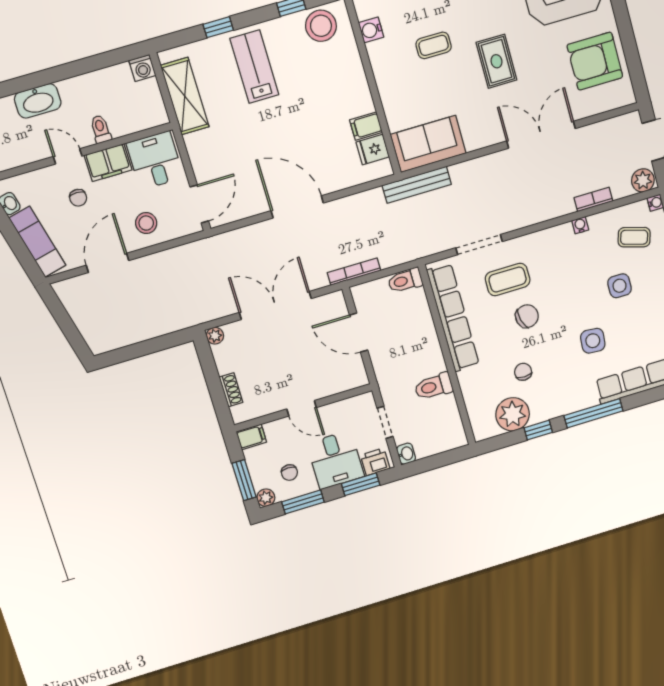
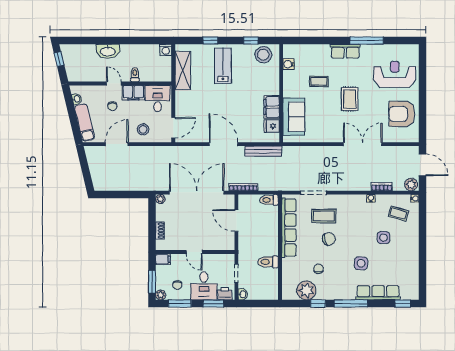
filing cabinet: (366, 126) -> (272, 107), width x2.00
sofa: (428, 144) -> (294, 117), moved, turned 90
bench: (417, 185) -> (263, 151), moved
double door: (275, 305) -> (197, 193), width x1.36

